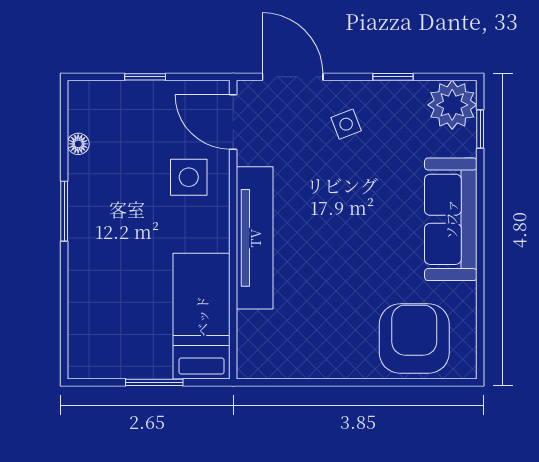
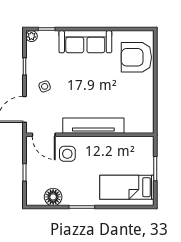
plant: (452, 105) -> (31, 36), width x0.53, depth x0.53
door: (233, 122) -> (44, 135), hinge flipped
floor lamp: (78, 144) -> (53, 197), width x1.89, depth x1.89
bed: (202, 316) -> (127, 187), moved

